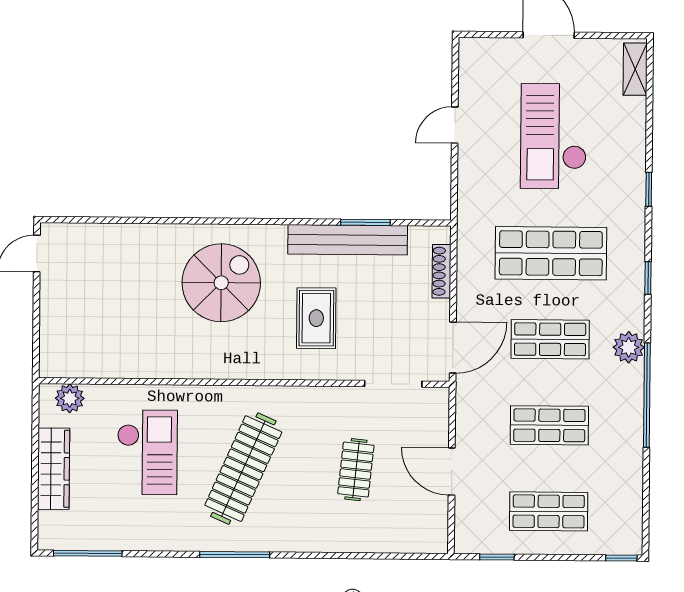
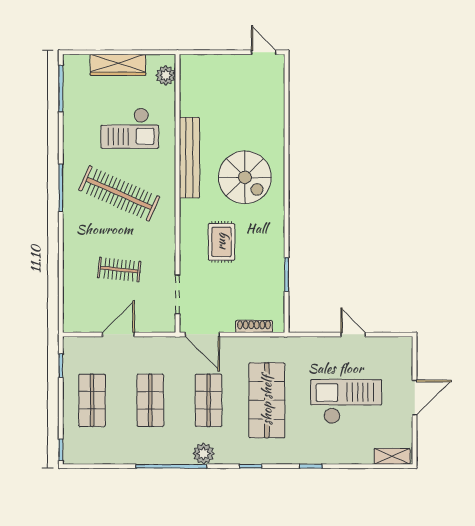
bench: (348, 240) -> (189, 158), moved
rug: (316, 318) -> (221, 242), turned 90

